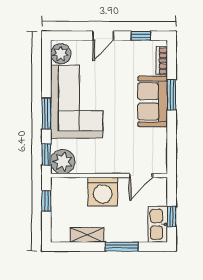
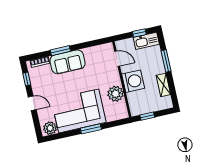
window: (46, 154) -> (117, 123), removed
plant: (63, 162) -> (116, 94), moved

